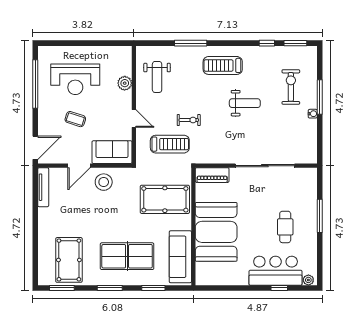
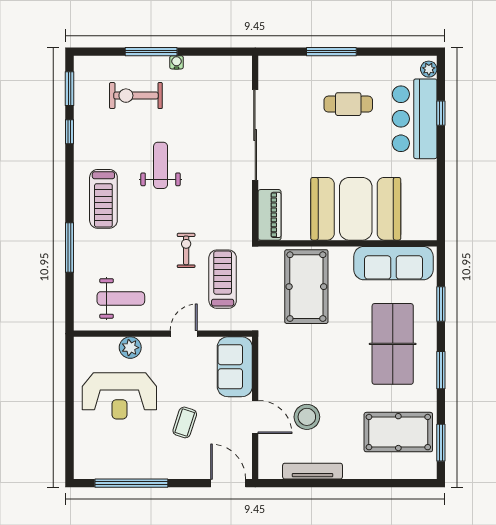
reception desk: (75, 79) -> (119, 396), moved, turned 90
stool: (104, 182) -> (307, 417), moved
tv unit: (43, 187) -> (313, 471), moved

